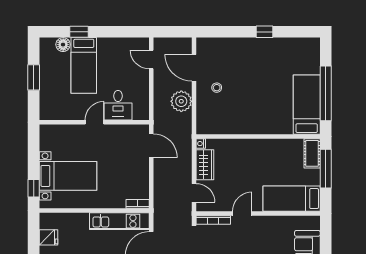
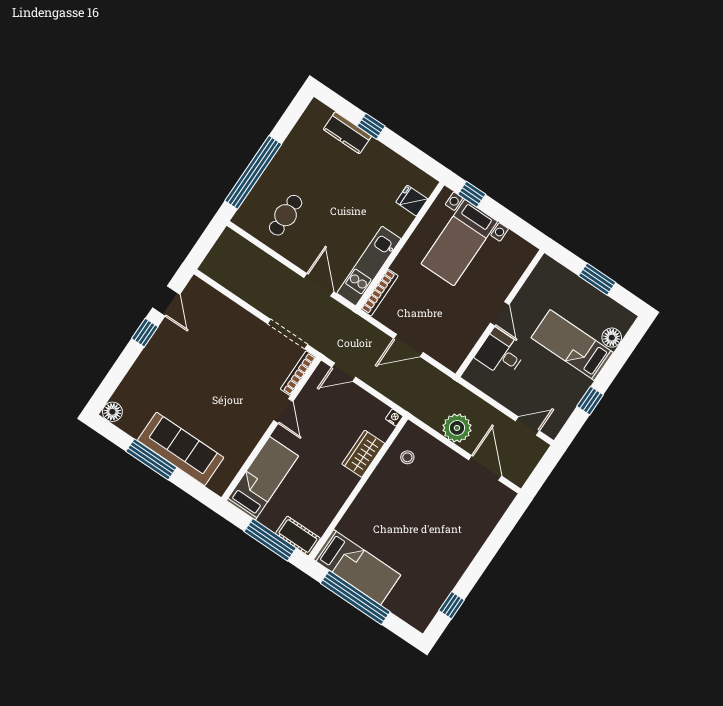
window: (79, 32) -> (590, 401), moved
window: (264, 32) -> (452, 605), moved
door: (194, 68) -> (485, 468), hinge flipped
stool: (217, 88) -> (407, 457), moved
door: (151, 146) -> (408, 345), moved
wardrobe: (205, 165) -> (363, 454), moved, turned 90
bookcase: (138, 204) -> (379, 293), width x1.56
fridge: (48, 237) -> (412, 201), moved, turned 90

